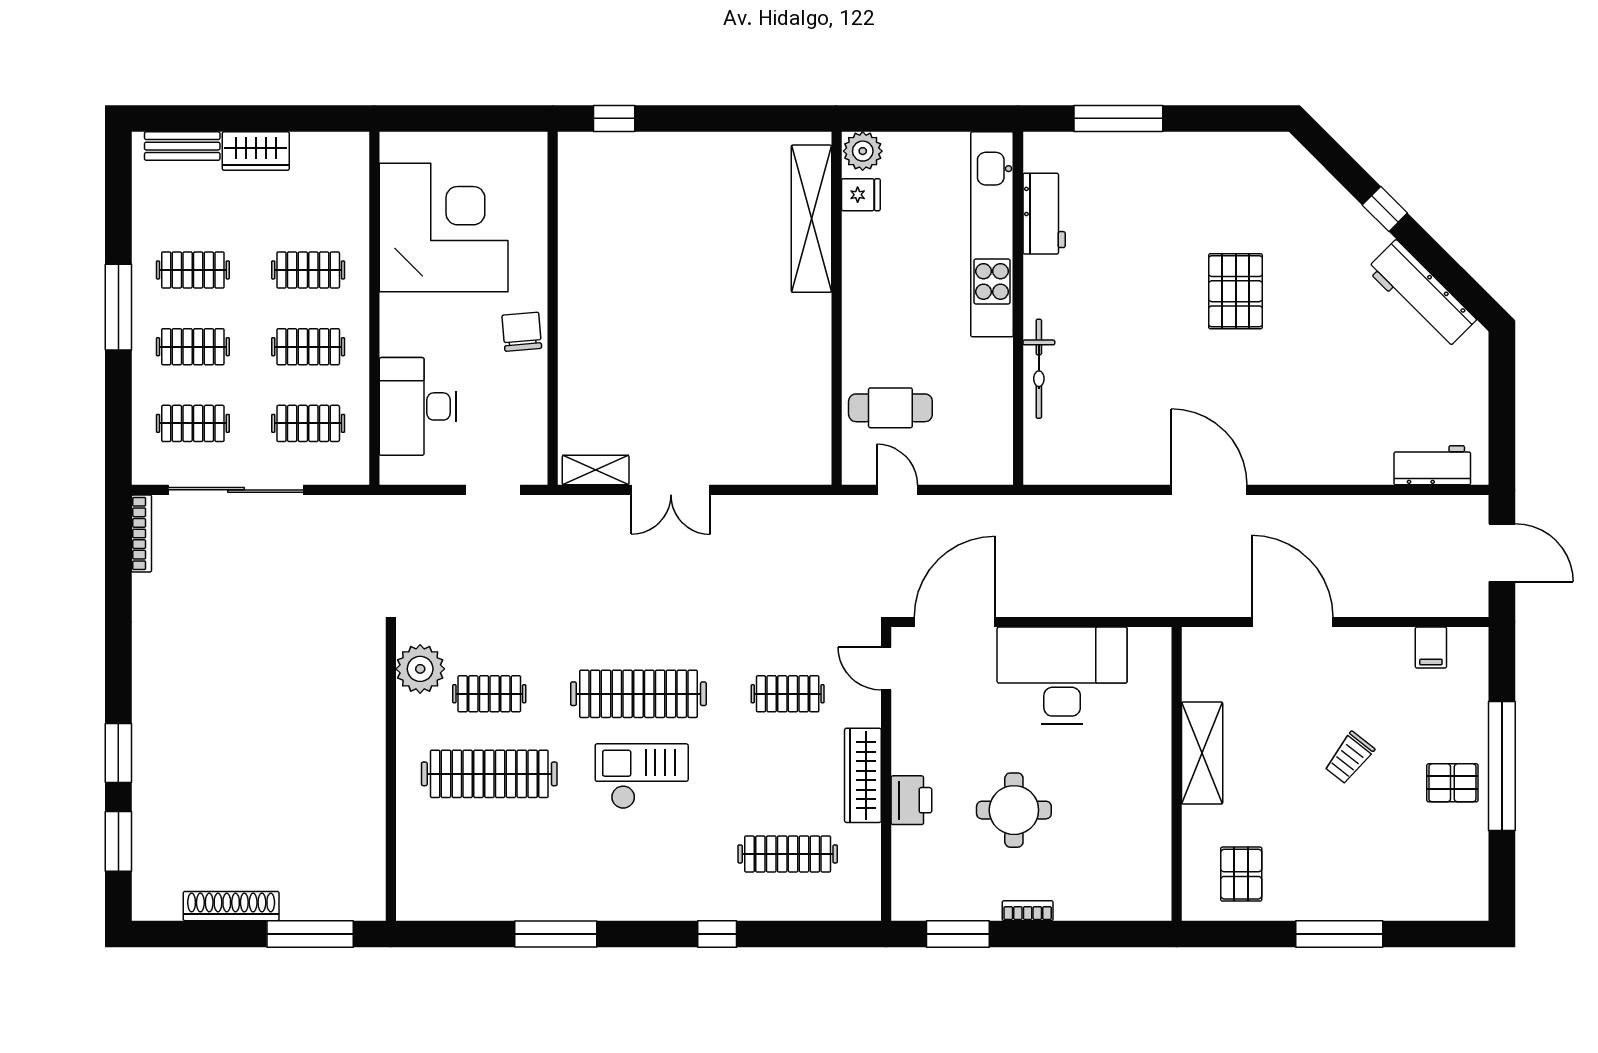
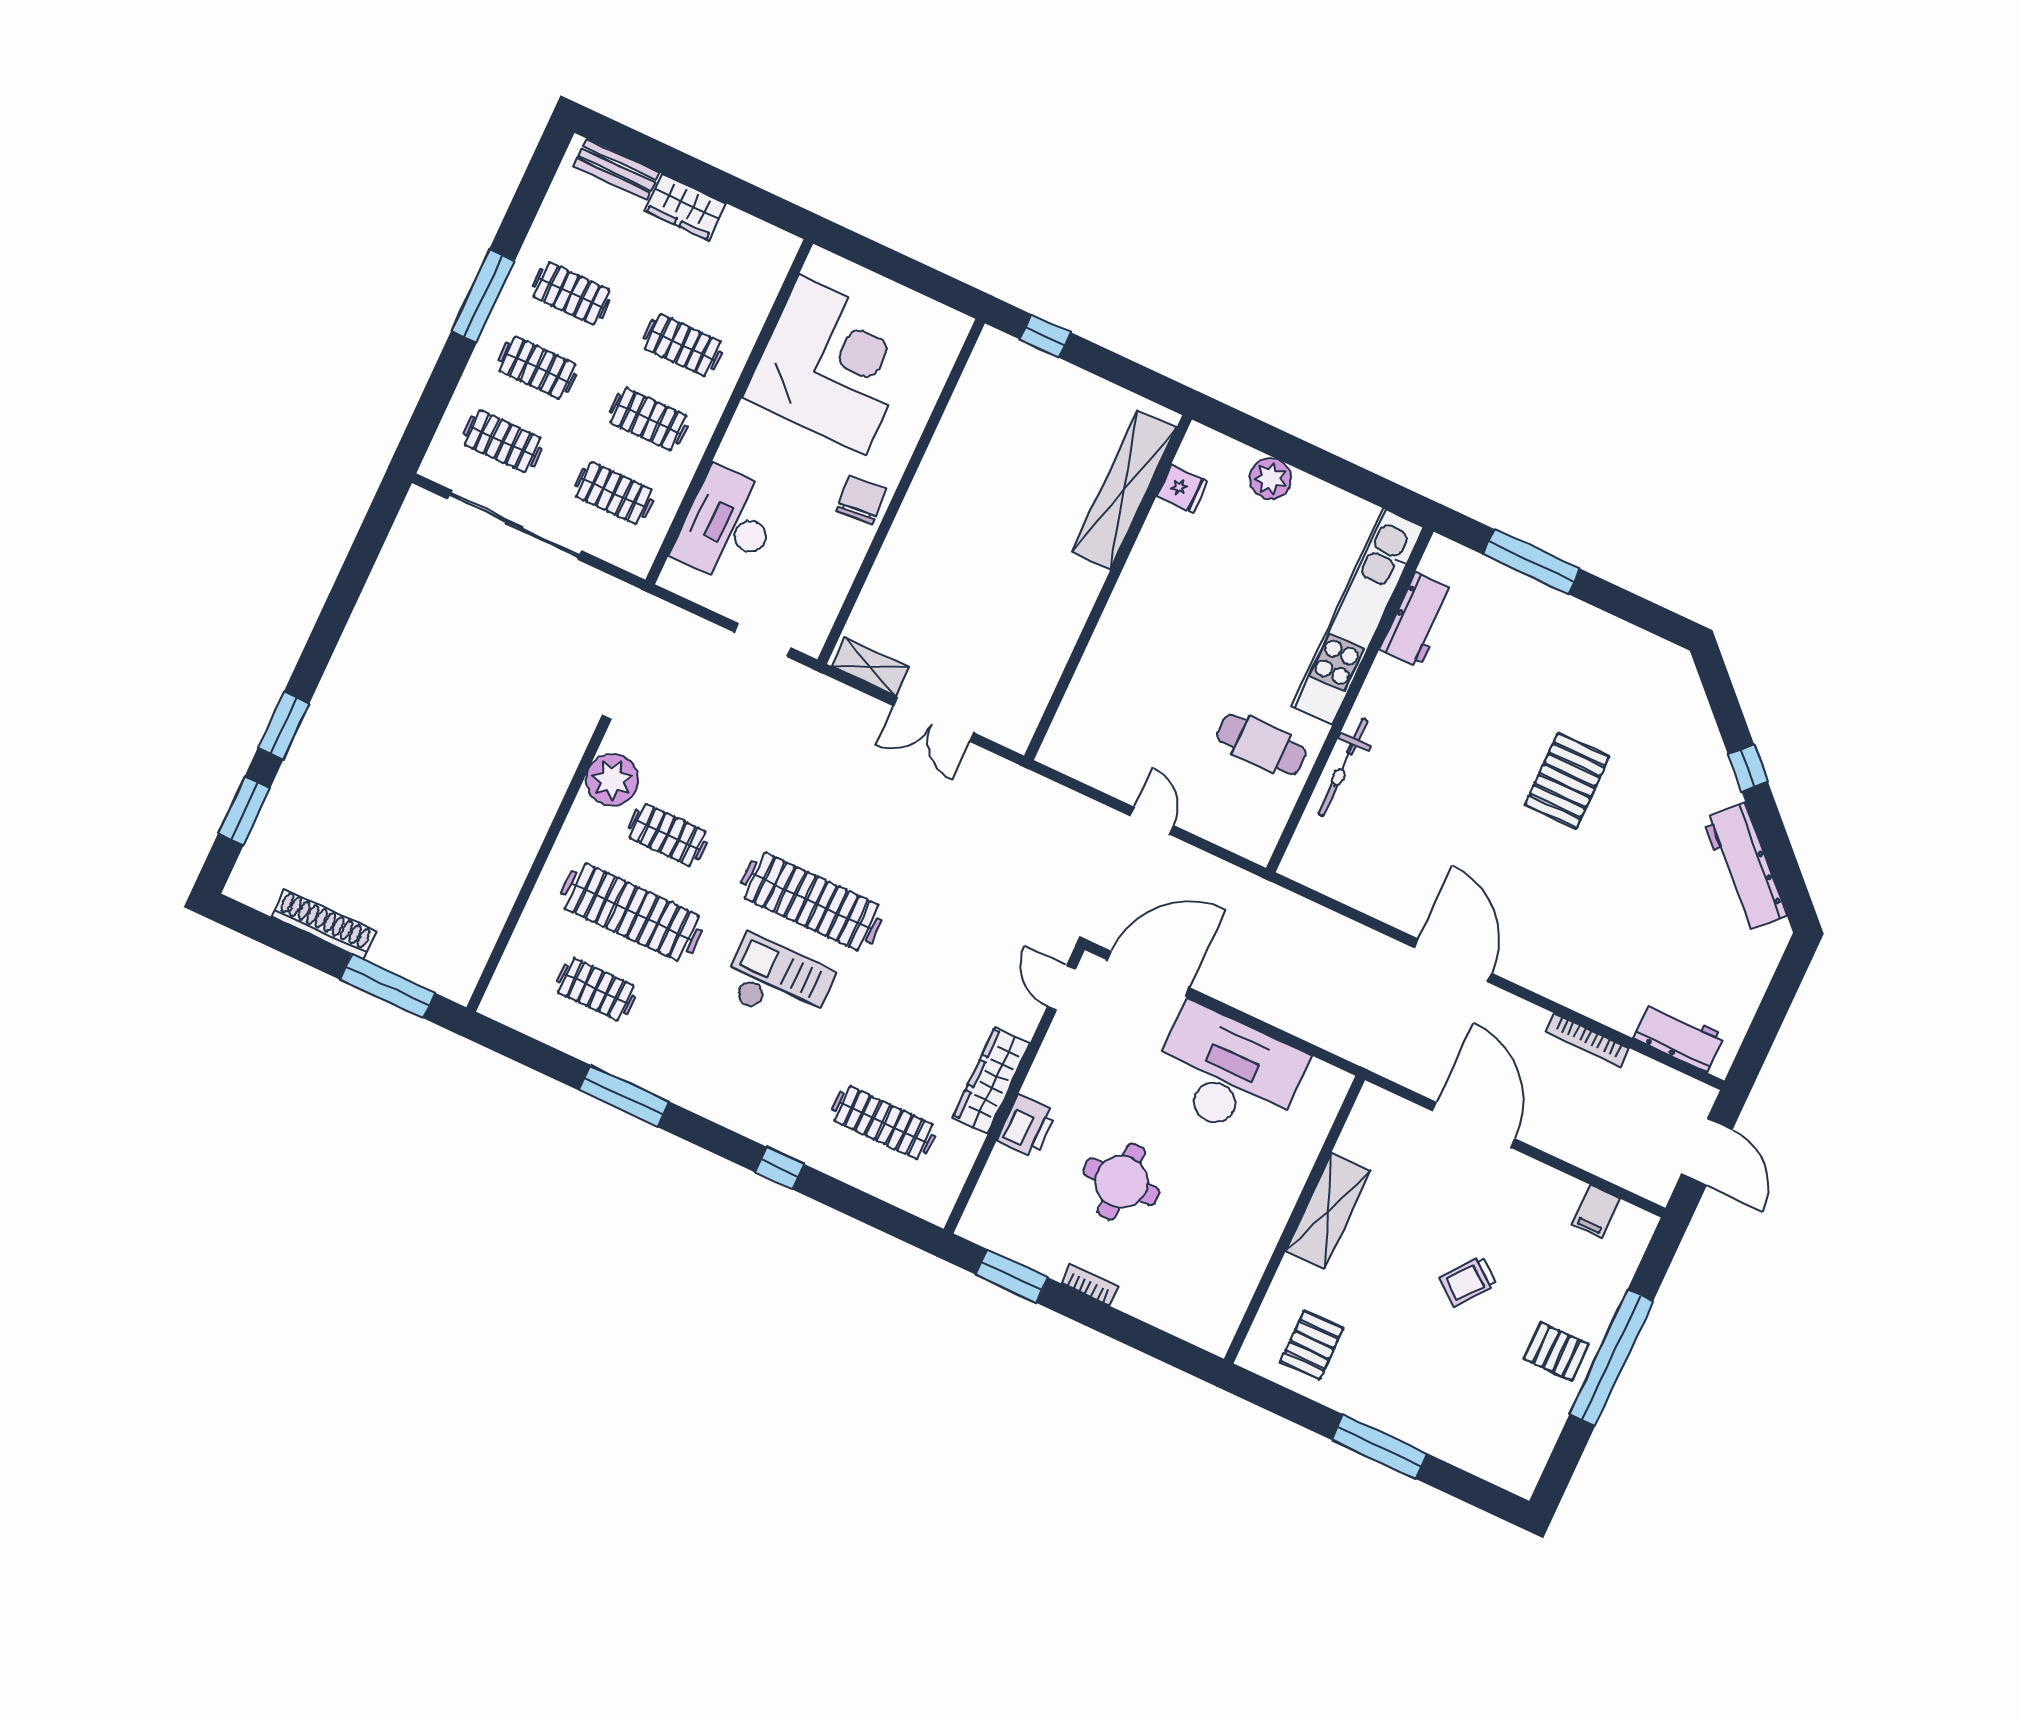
fridge: (861, 195) -> (1182, 489), moved
shelving: (812, 219) -> (1124, 490), moved
wall: (837, 308) -> (1108, 587), moved
cafe table: (890, 408) -> (1261, 744), moved
bookcase: (142, 533) -> (1587, 1040), moved, turned 90
clothes rail: (788, 694) -> (596, 989), moved

